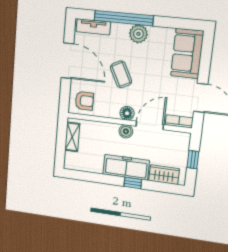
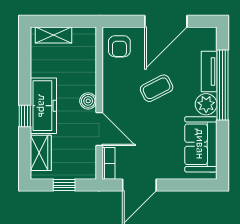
tv unit: (93, 27) -> (209, 72), moved
sofa: (187, 53) -> (201, 144), moved, turned -90
floor lamp: (127, 113) -> (111, 100), removed
shelving: (72, 137) -> (54, 35), moved

